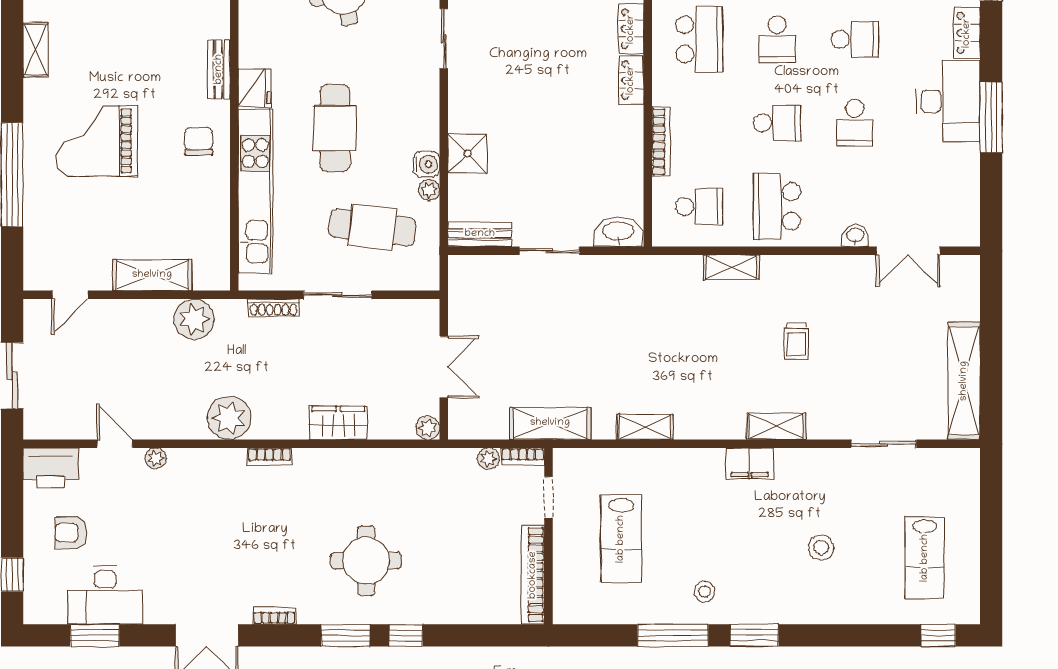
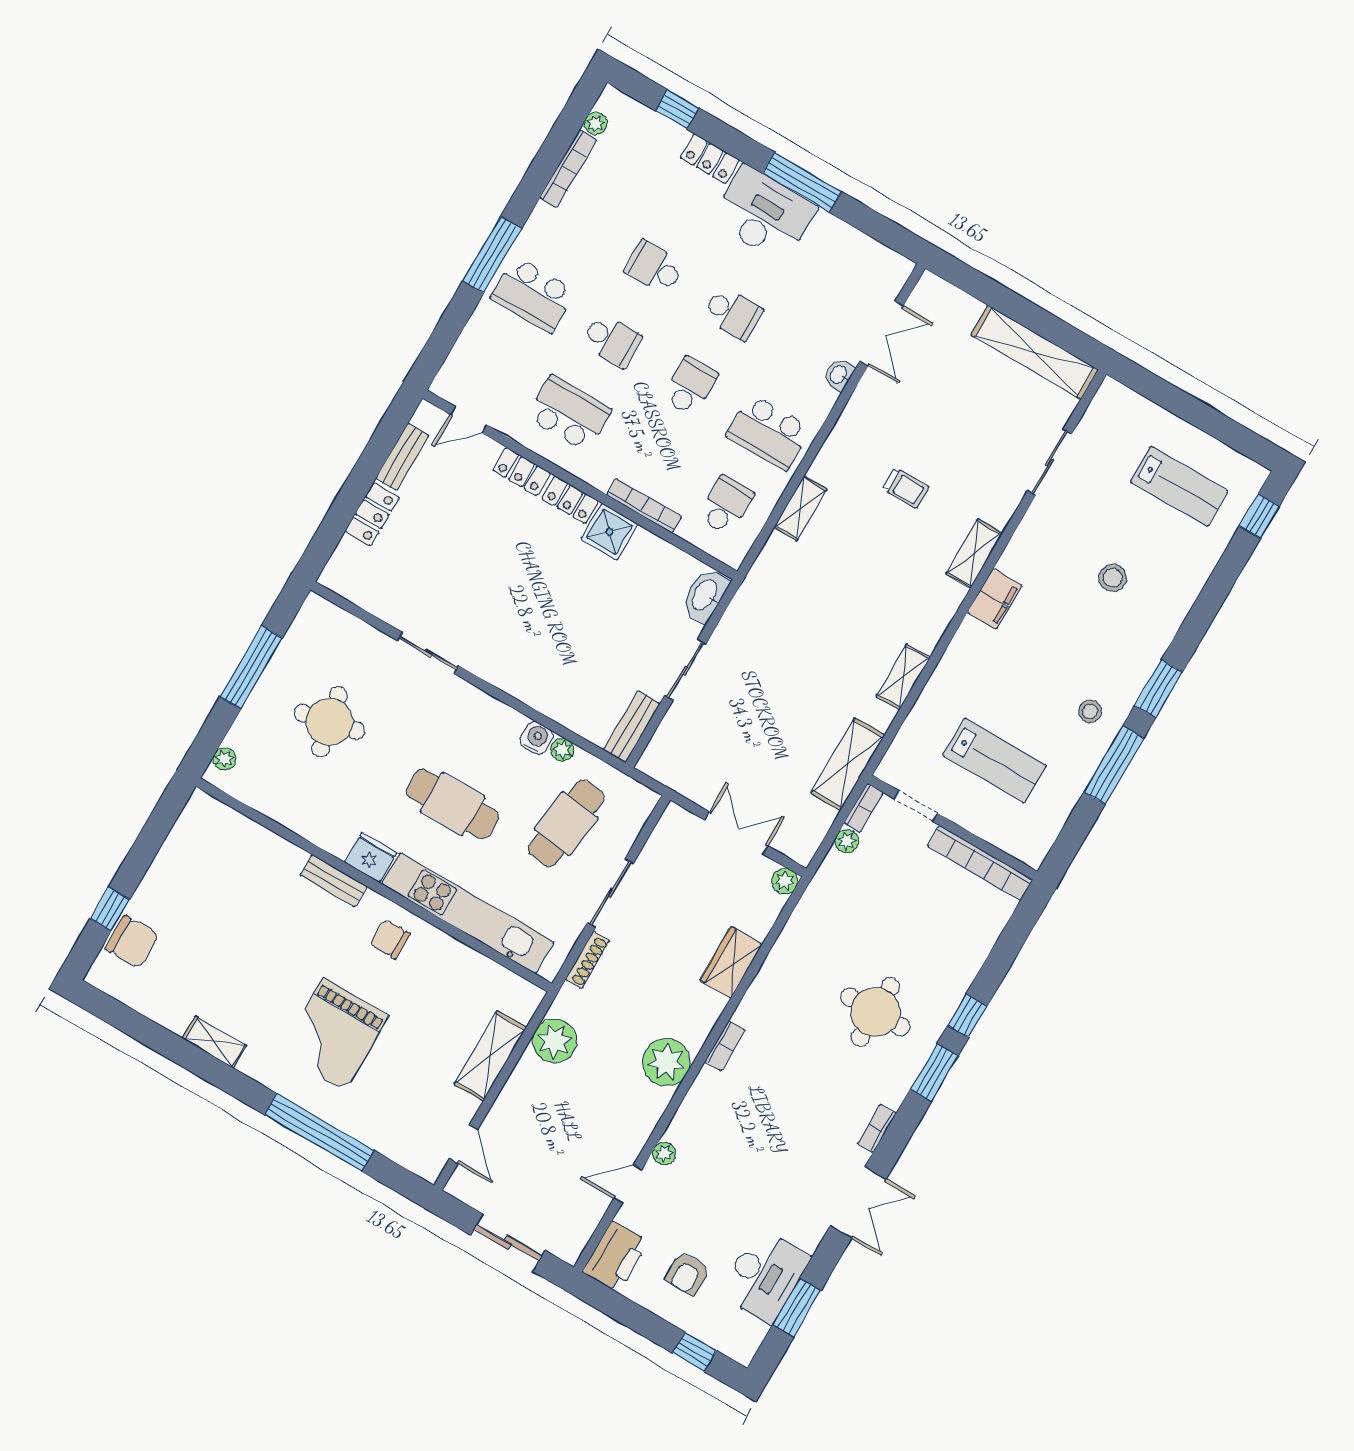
school desk: (855, 39) -> (654, 267), turned -90
shower: (467, 153) -> (609, 532), moved

